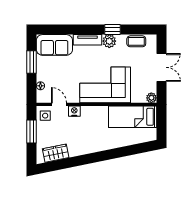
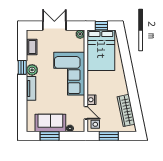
sofa: (54, 45) -> (50, 123), moved, turned -90
door: (59, 104) -> (86, 113), swing flipped
bed: (133, 117) -> (101, 50), width x1.50
window: (162, 123) -> (101, 26), added
wardrobe: (56, 153) -> (126, 110), width x1.50

